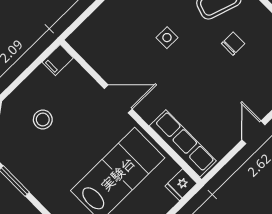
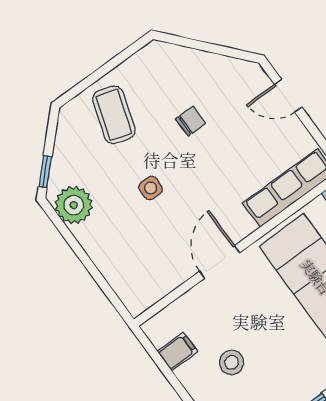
chair: (233, 44) -> (190, 121), moved, turned 90
filing cabinet: (58, 60) -> (177, 351), moved, turned -90

